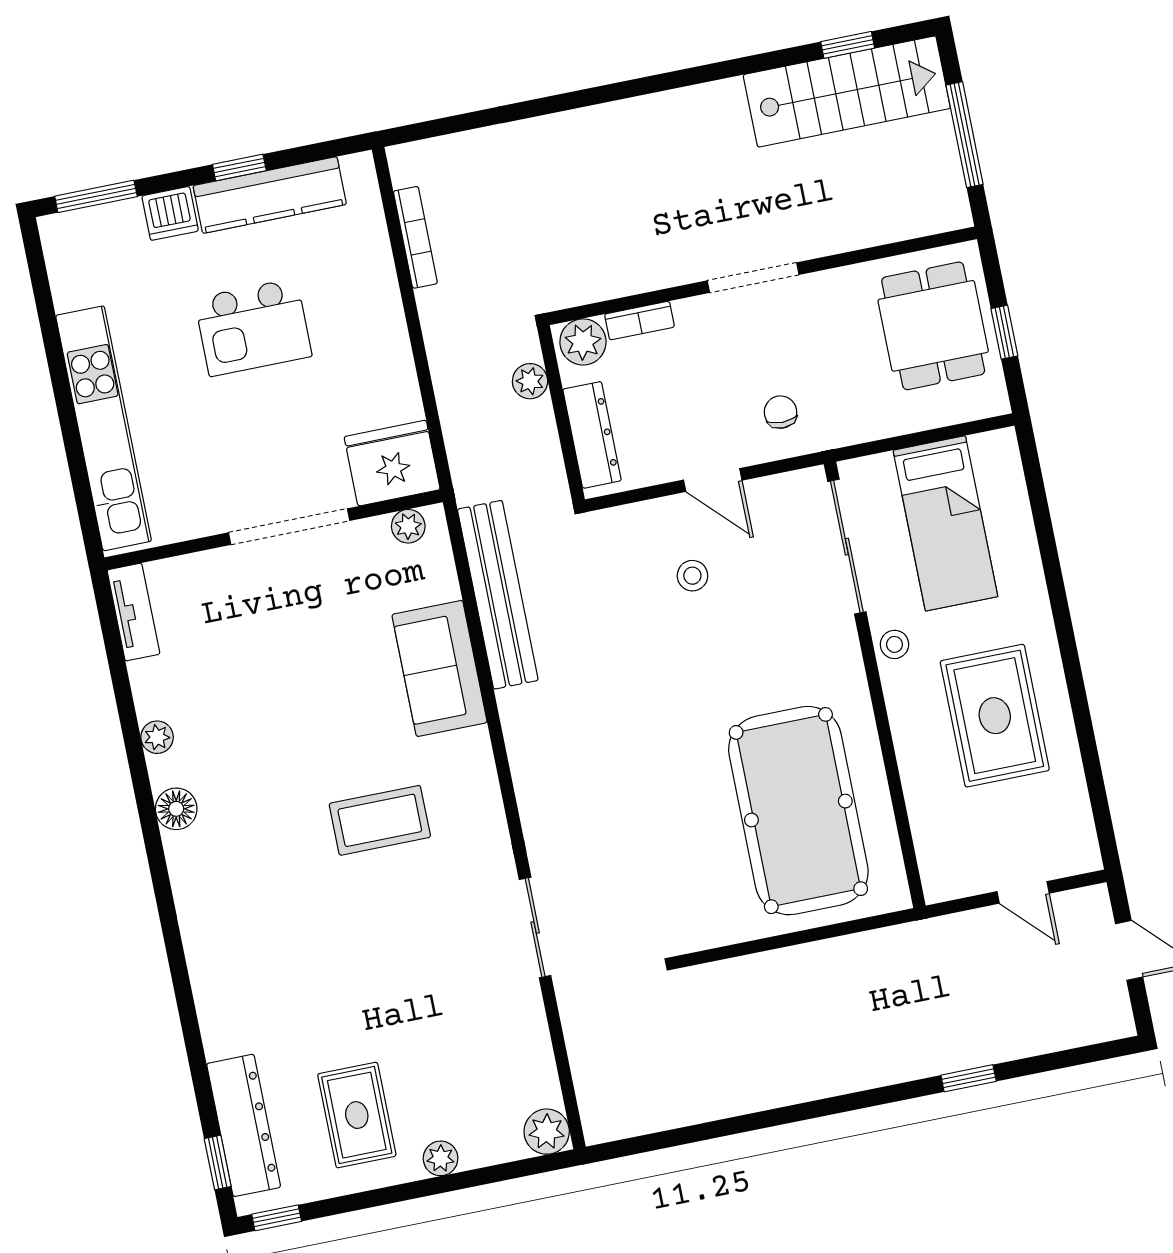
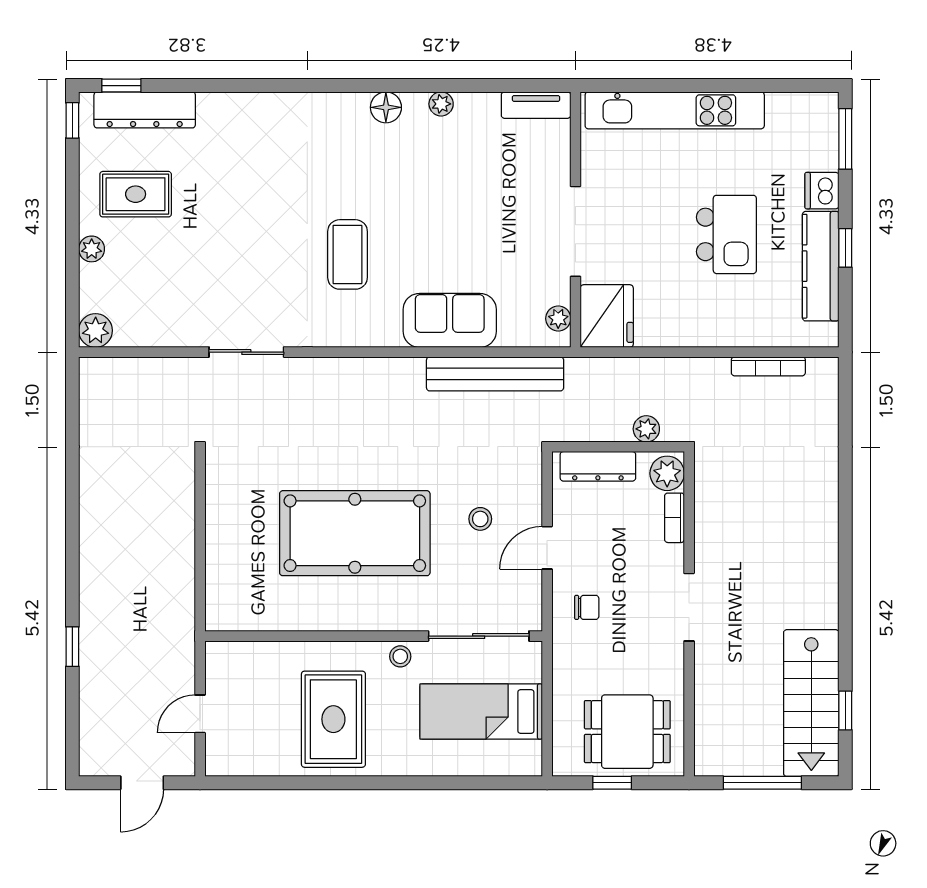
kitchen island: (253, 327) -> (726, 234), turned 180
rug: (995, 716) -> (333, 719), turned 90
pool table: (798, 811) -> (355, 533), moved

